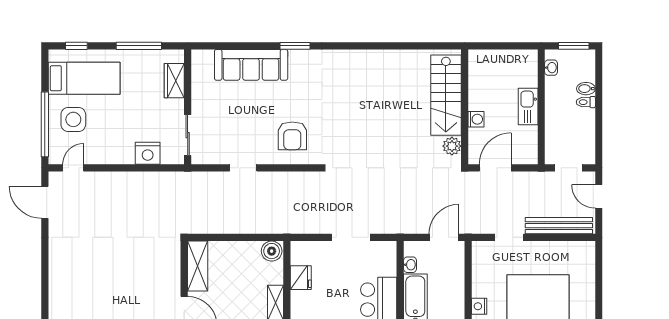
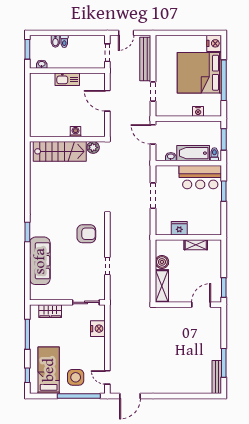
stairs: (446, 95) -> (60, 151), moved
wall: (465, 107) -> (67, 139), moved
washing machine: (476, 119) -> (75, 132), moved
plant: (452, 146) -> (93, 147), moved
boiler: (272, 251) -> (162, 262), moved
shelving: (198, 266) -> (162, 286), moved, turned 90

